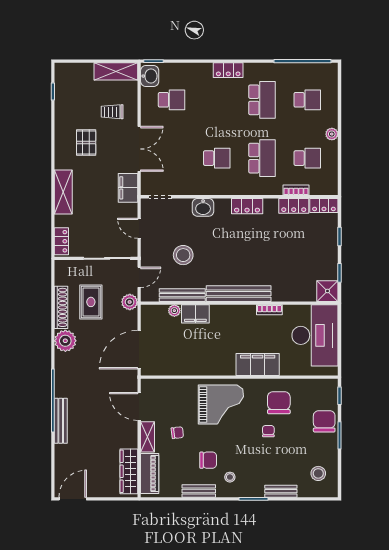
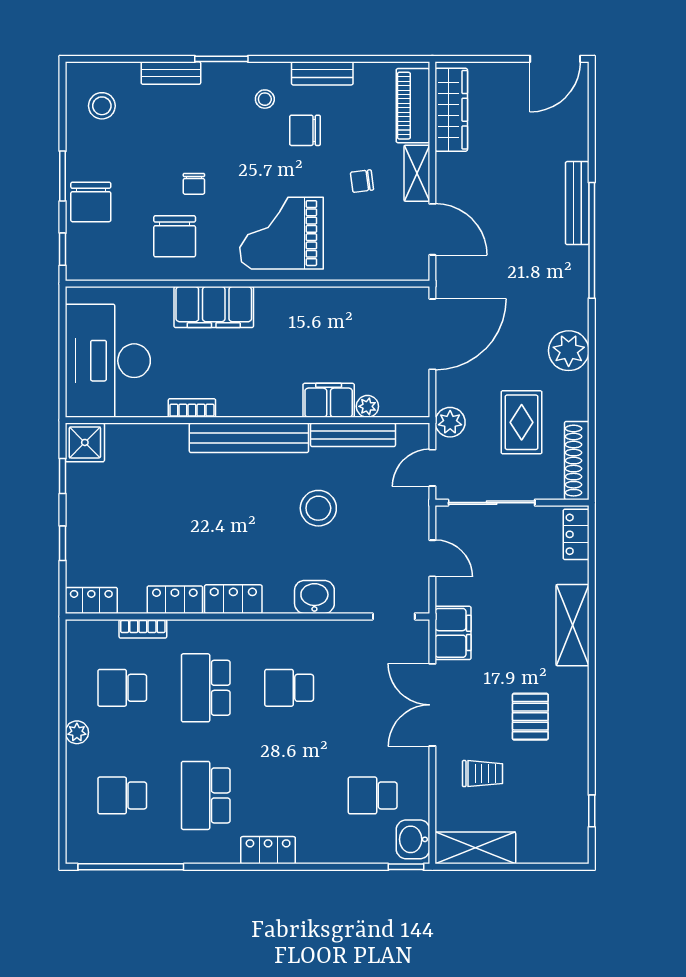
locker: (294, 206) -> (175, 600), moved
stool: (183, 255) -> (318, 508), moved
shoe rack: (61, 307) -> (577, 461), moved

